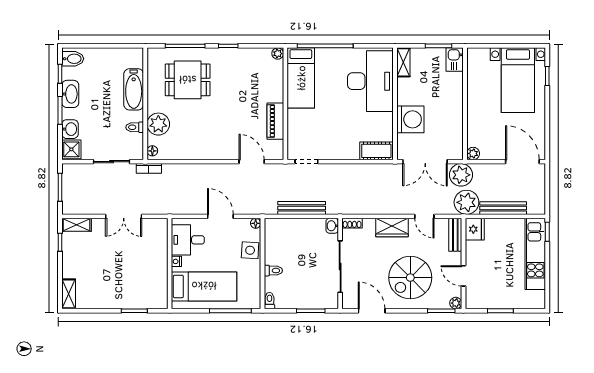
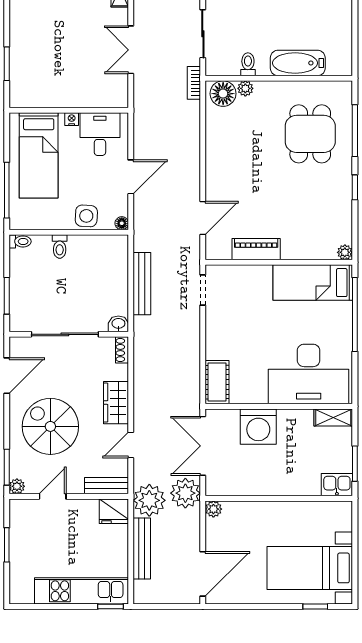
plant: (158, 124) -> (245, 88), width x0.53, depth x0.53
floor lamp: (152, 151) -> (223, 94), width x1.89, depth x1.89

